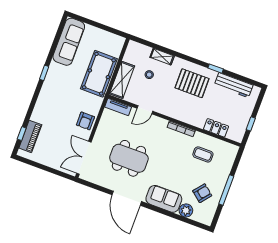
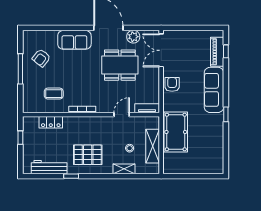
sofa: (69, 42) -> (214, 90), moved
shelving: (122, 80) -> (153, 146), moved
double door: (84, 158) -> (161, 50), swing flipped
plant: (186, 210) -> (133, 37), moved

